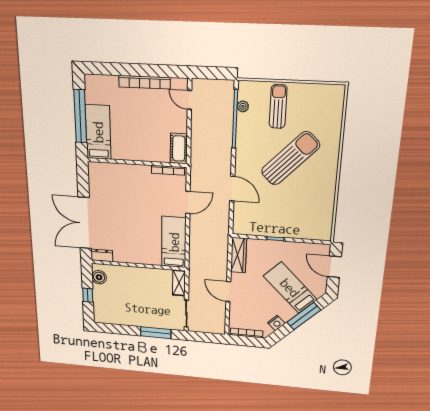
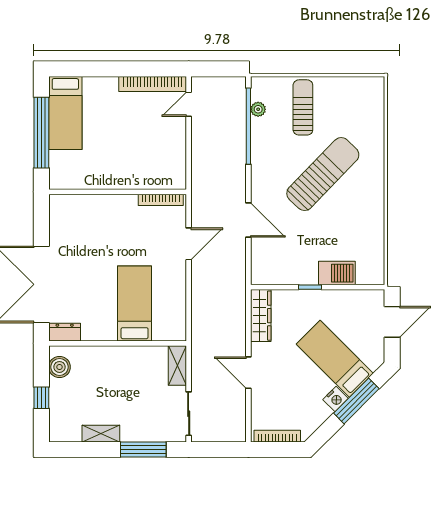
bookcase: (144, 82) -> (153, 84), moved
door: (189, 100) -> (189, 104), hinge flipped
bed: (98, 132) -> (65, 113), moved, turned 180
cot: (179, 148) -> (175, 169), removed
barbecue: (296, 230) -> (337, 273), added
bed: (174, 242) -> (135, 303), moved
door: (334, 267) -> (392, 322), swing flipped
shelving: (128, 321) -> (101, 434), added
nightstand: (276, 323) -> (336, 399), moved

